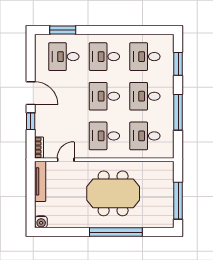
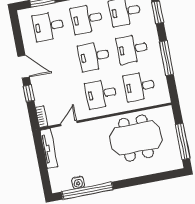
meeting table: (113, 193) -> (136, 138), moved
water cooler: (41, 222) -> (78, 182), moved
window: (116, 232) -> (87, 191), moved

